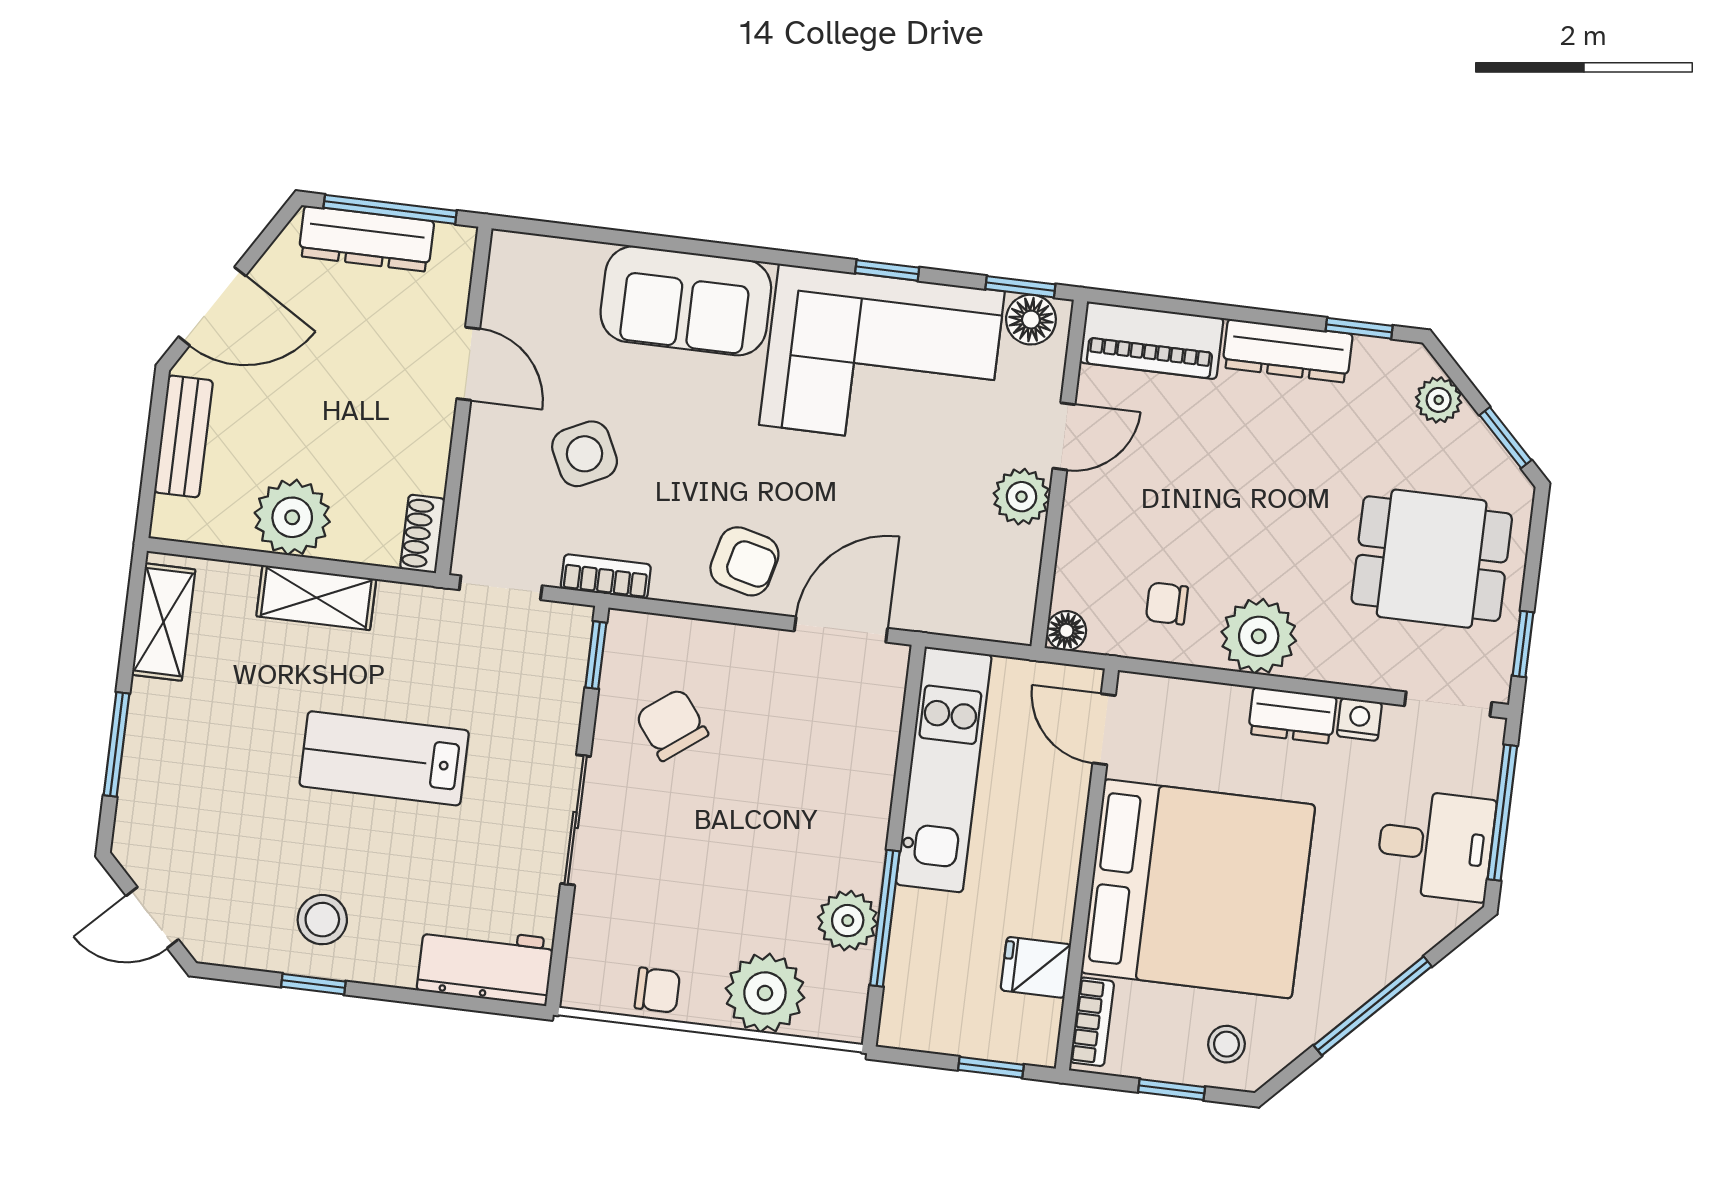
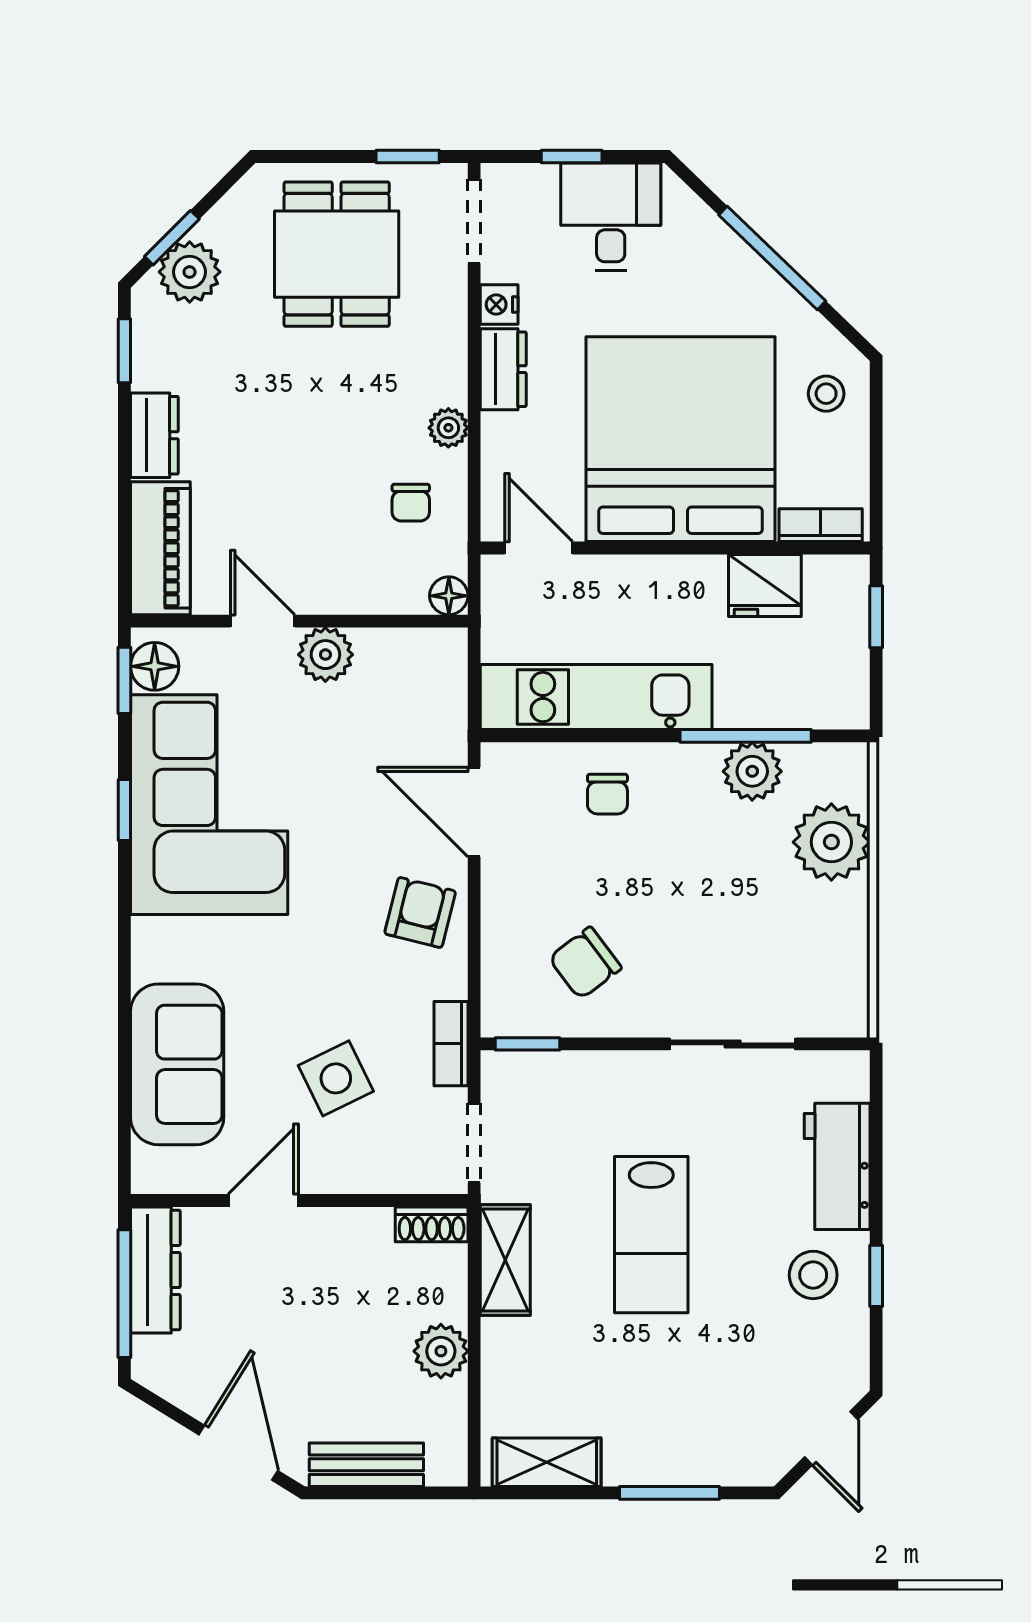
dresser: (366, 239) -> (155, 1270), moved
sofa: (686, 301) -> (177, 1064), moved
dresser: (1288, 351) -> (154, 435), width x0.70
plant: (1439, 400) -> (190, 272), width x1.38, depth x1.38
window: (1506, 438) -> (172, 238), moved
plant: (292, 517) -> (441, 1351), width x0.73, depth x0.73
shelving: (316, 598) -> (505, 1260), moved
plant: (1259, 636) -> (448, 428), width x0.53, depth x0.53
door: (1104, 729) -> (539, 548), swing flipped
window: (1502, 813) -> (572, 157), width x0.46
sliding door: (576, 820) -> (733, 1044), moved
workbench: (485, 965) -> (837, 1166), moved
fridge: (1036, 967) -> (765, 586), width x1.38
chair: (657, 990) -> (607, 794), moved, turned 180
window: (1172, 1089) -> (876, 441), removed

